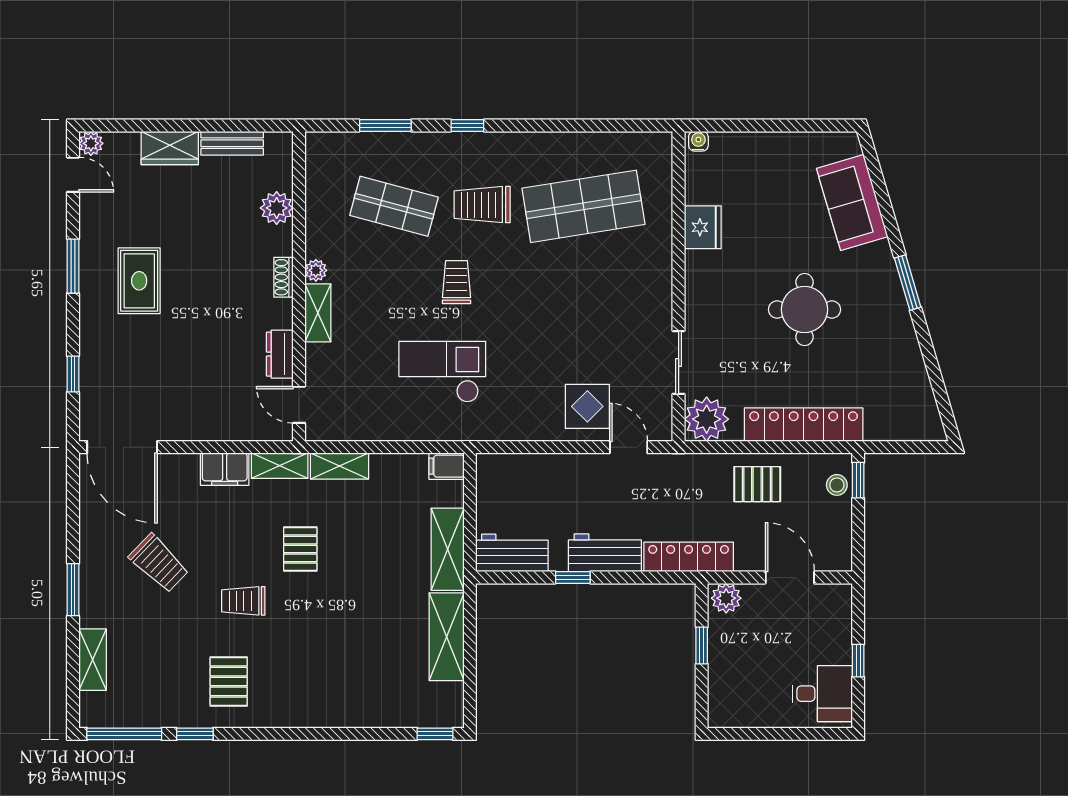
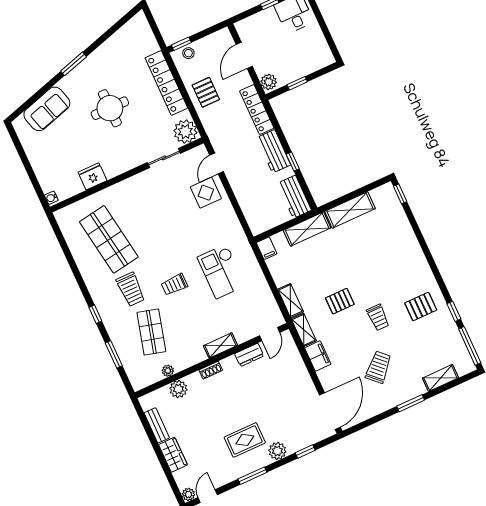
plant: (316, 270) -> (168, 371), moved
plant: (95, 327) -> (277, 451), added

